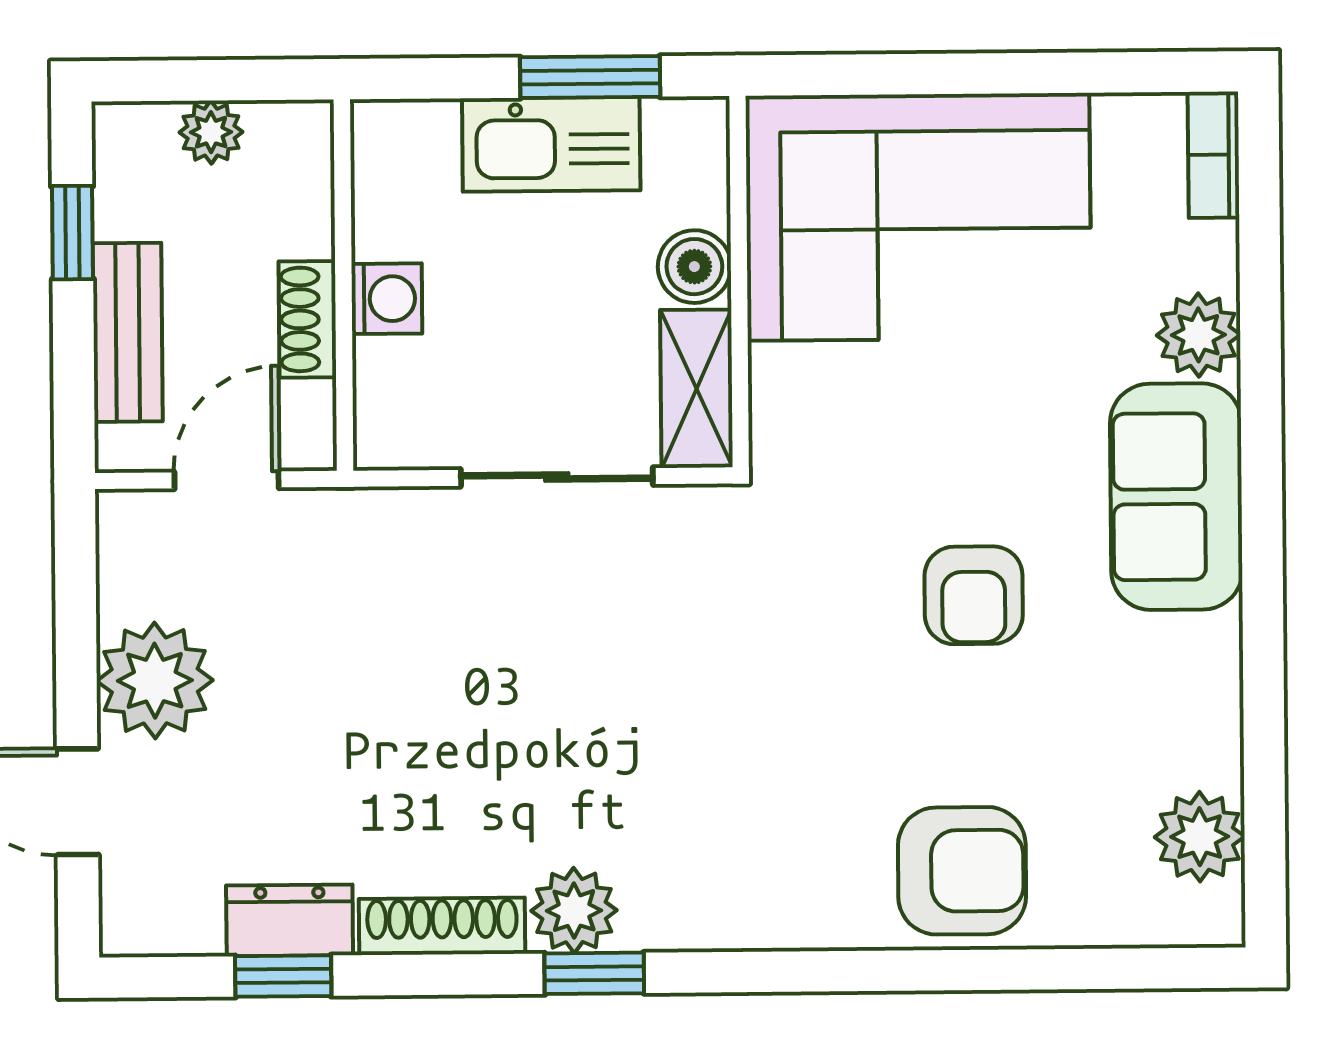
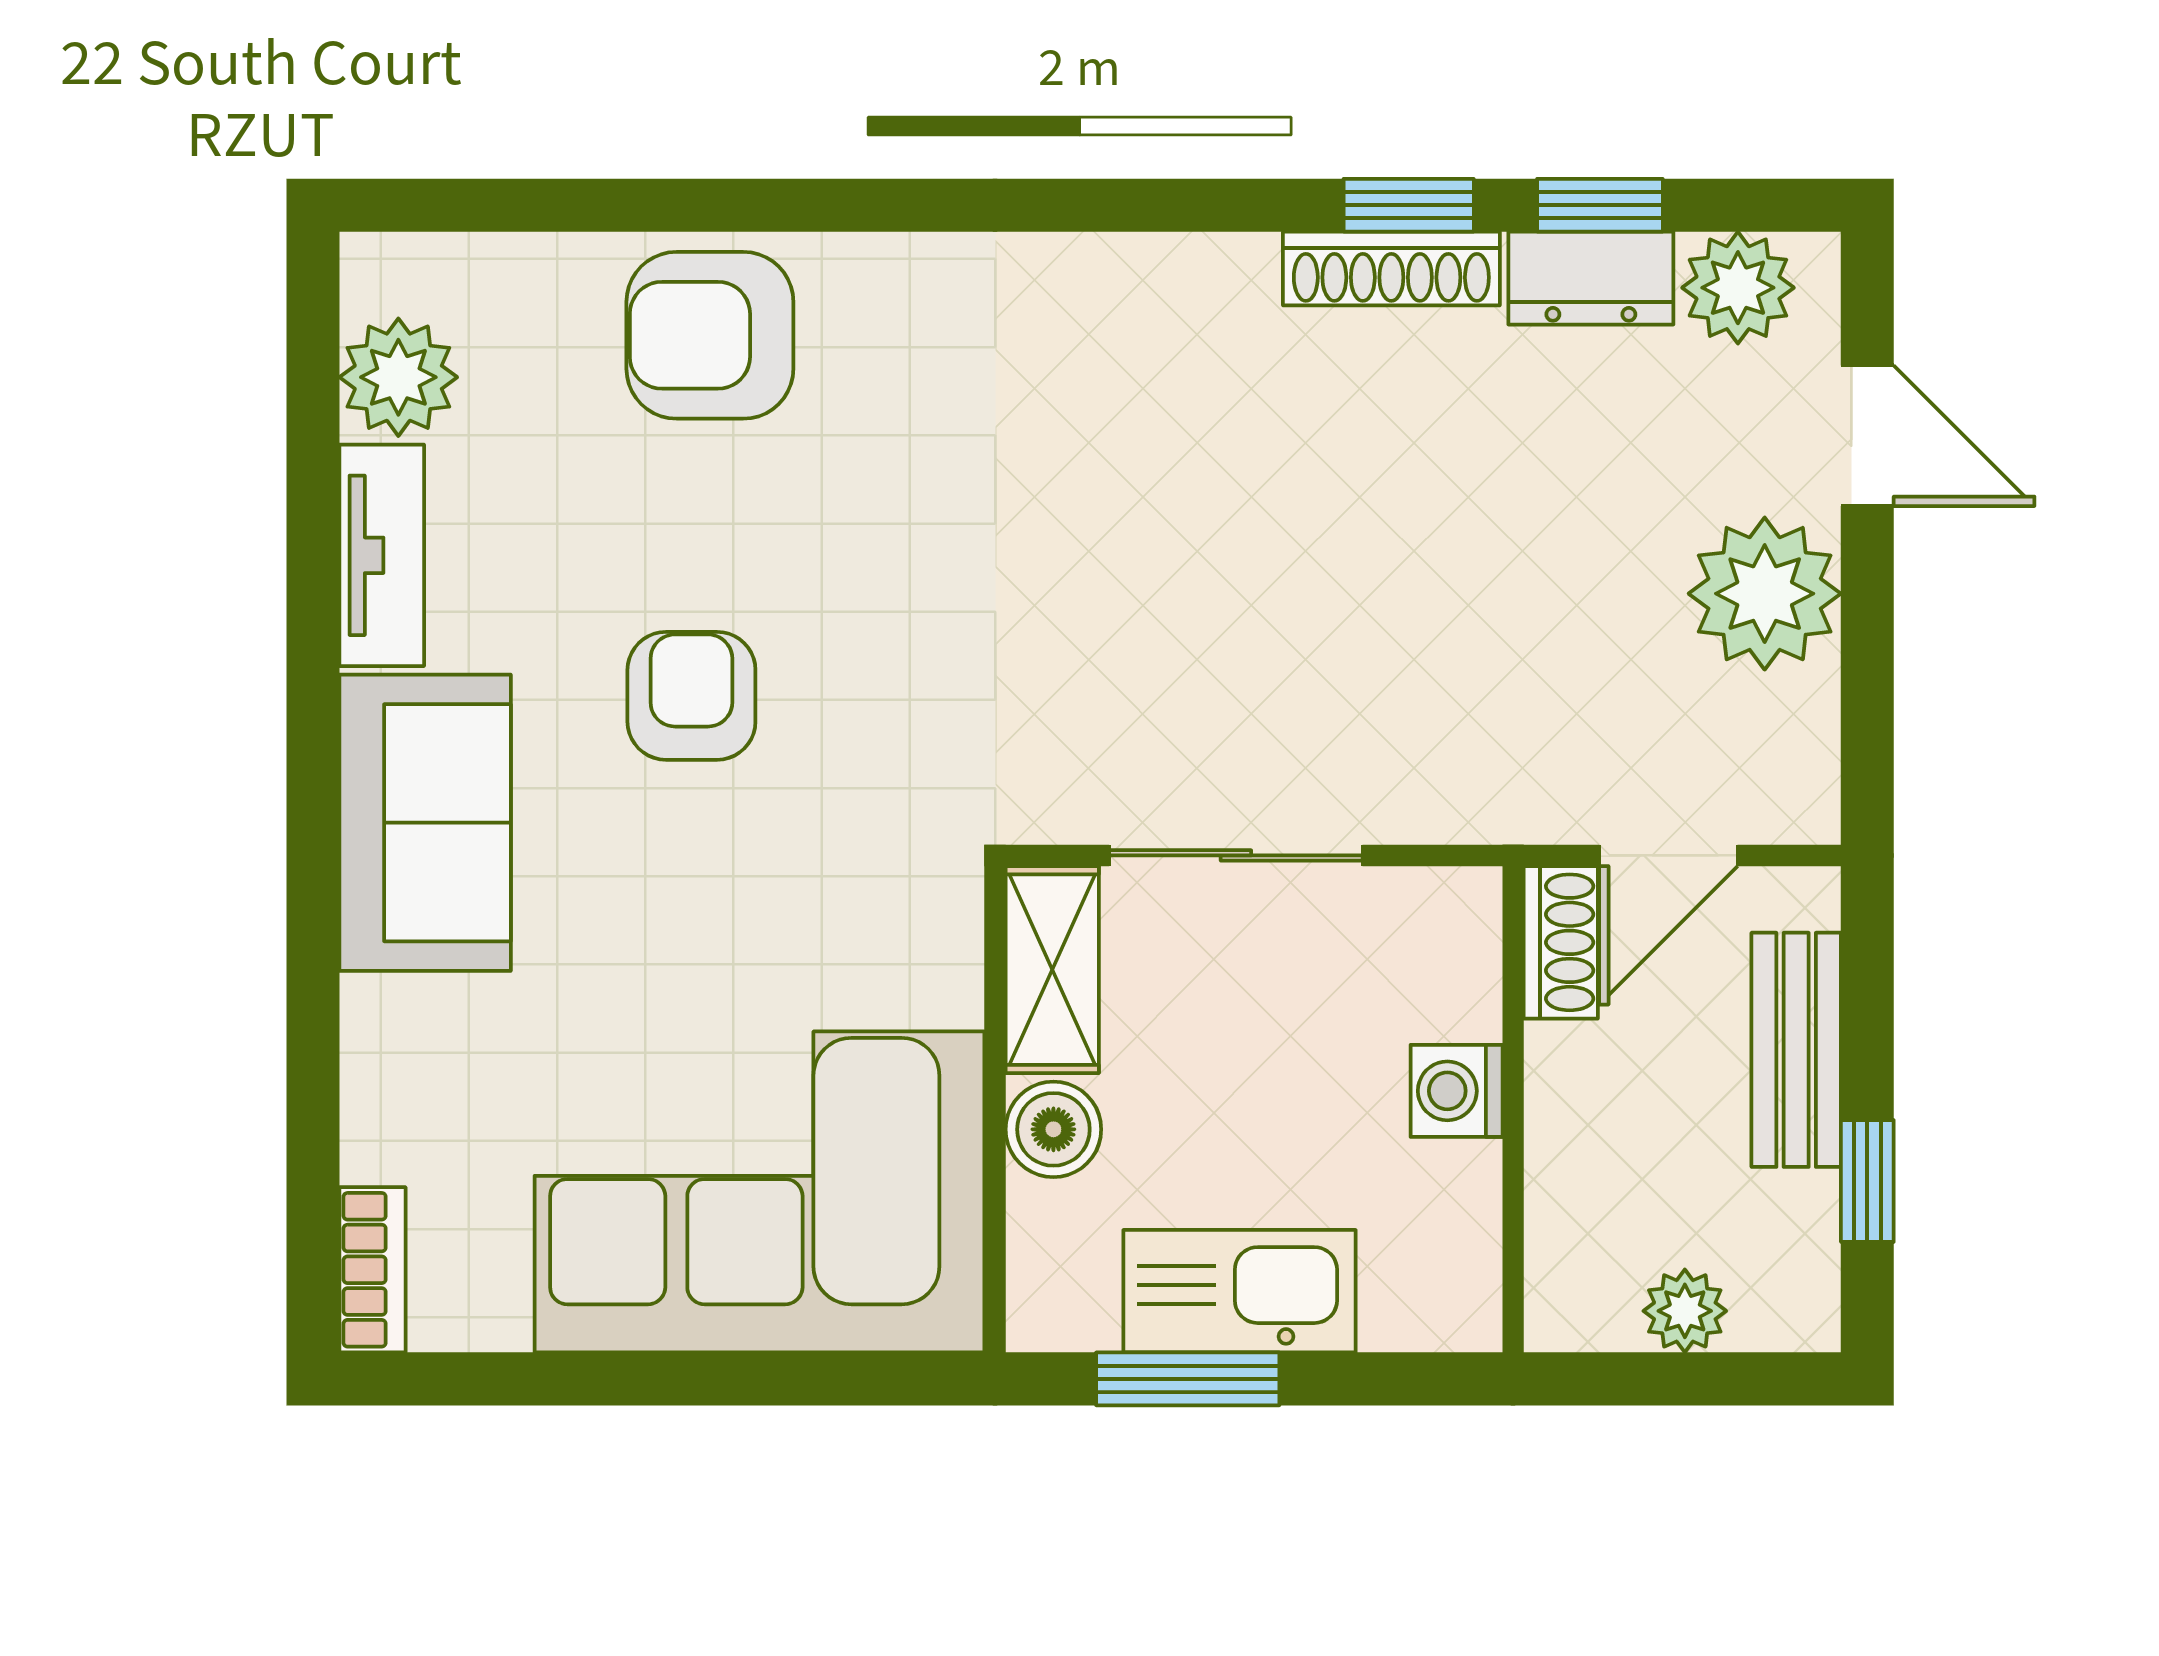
shoe rack: (307, 319) -> (1561, 942), moved
plant: (1198, 335) -> (394, 1034), removed
tv unit: (1211, 701) -> (382, 555), added
plant: (574, 911) -> (1738, 288), moved
window: (594, 973) -> (1409, 205), moved

